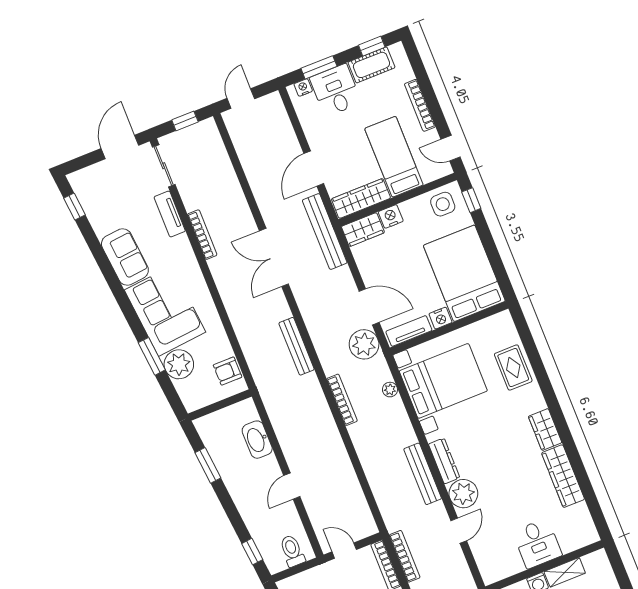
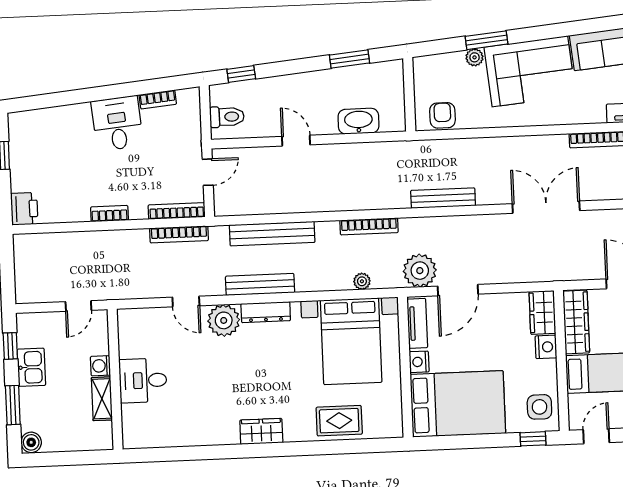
bench: (325, 231) -> (272, 234), moved
plant: (179, 364) -> (475, 57), width x0.53, depth x0.53
wardrobe: (563, 476) -> (205, 433), removed

